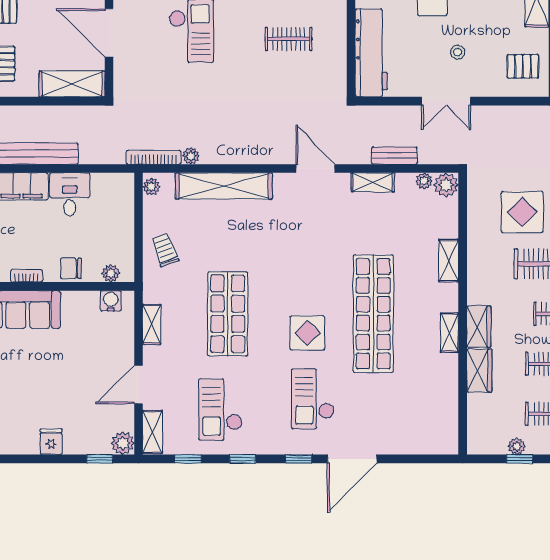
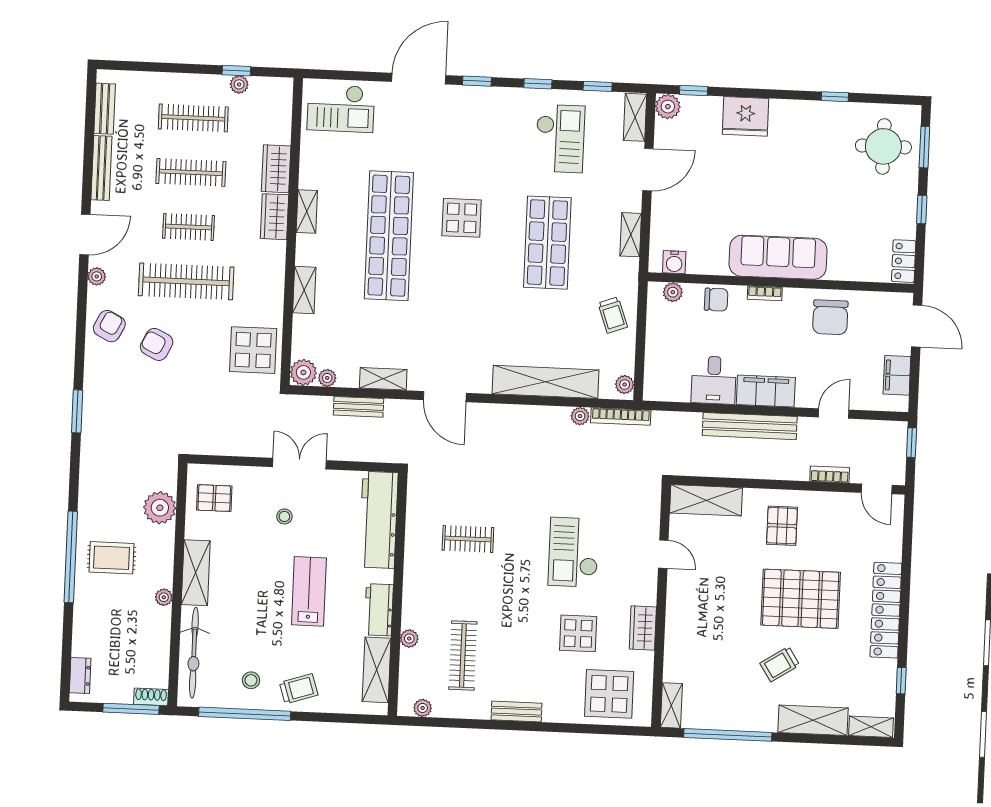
door: (109, 33) -> (663, 554), width x0.53
display table: (522, 212) -> (253, 350), moved
checkout: (313, 399) -> (341, 108), moved, turned 90
fridge: (51, 442) -> (746, 116), width x1.88, depth x1.34

